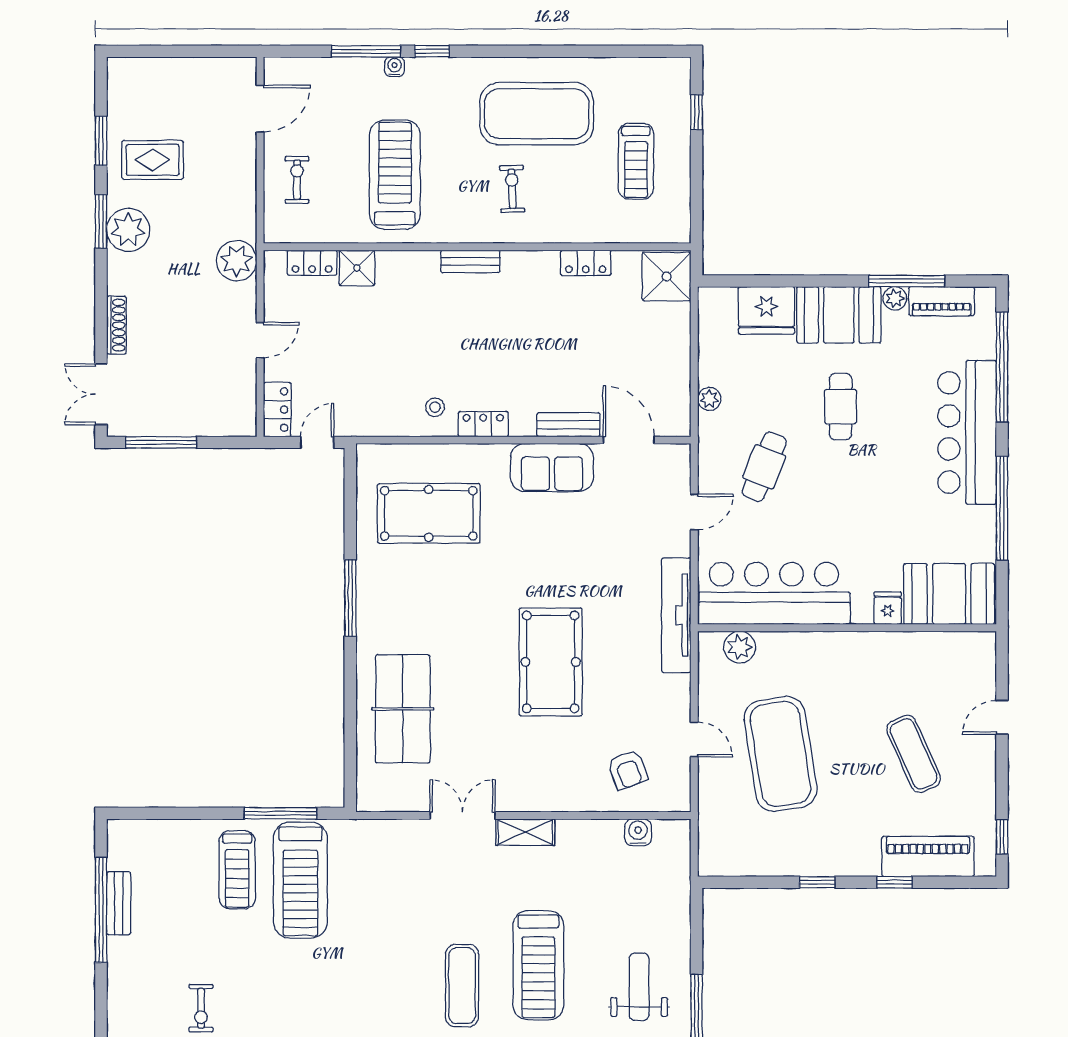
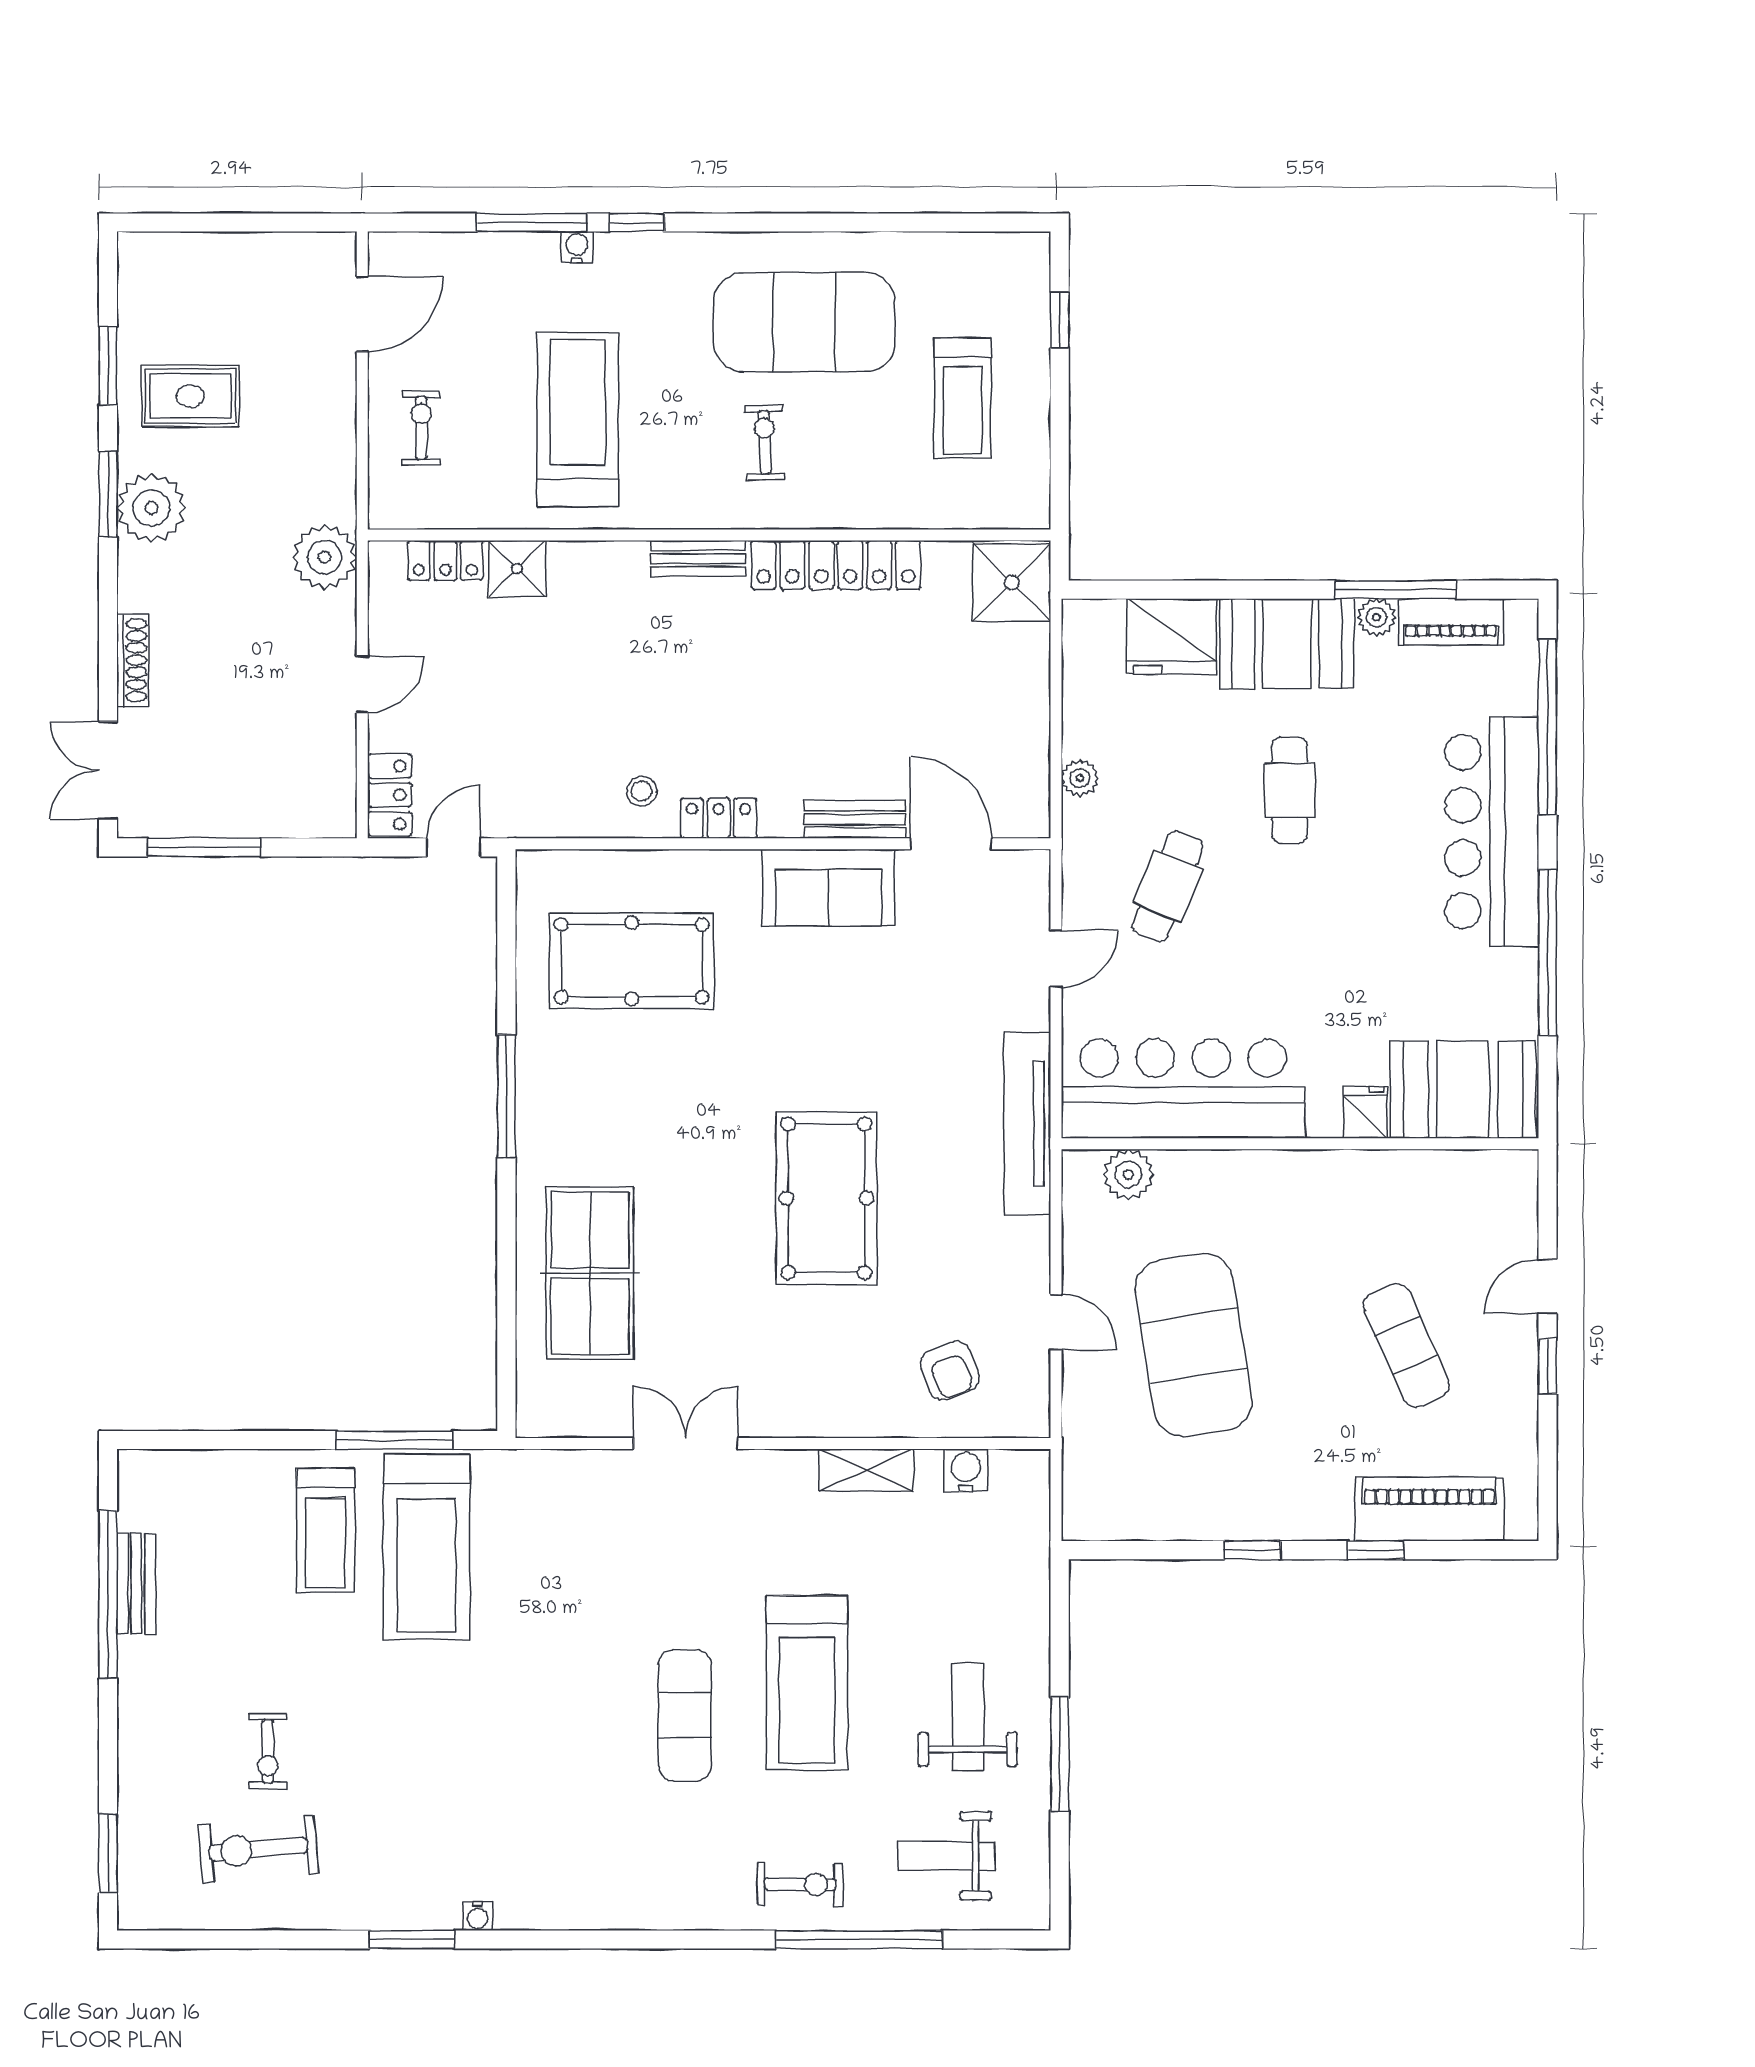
locker: (586, 263) -> (836, 565), width x2.16, depth x1.21
shelving: (525, 832) -> (866, 1470), moved
window: (1002, 837) -> (1547, 1367), moved

